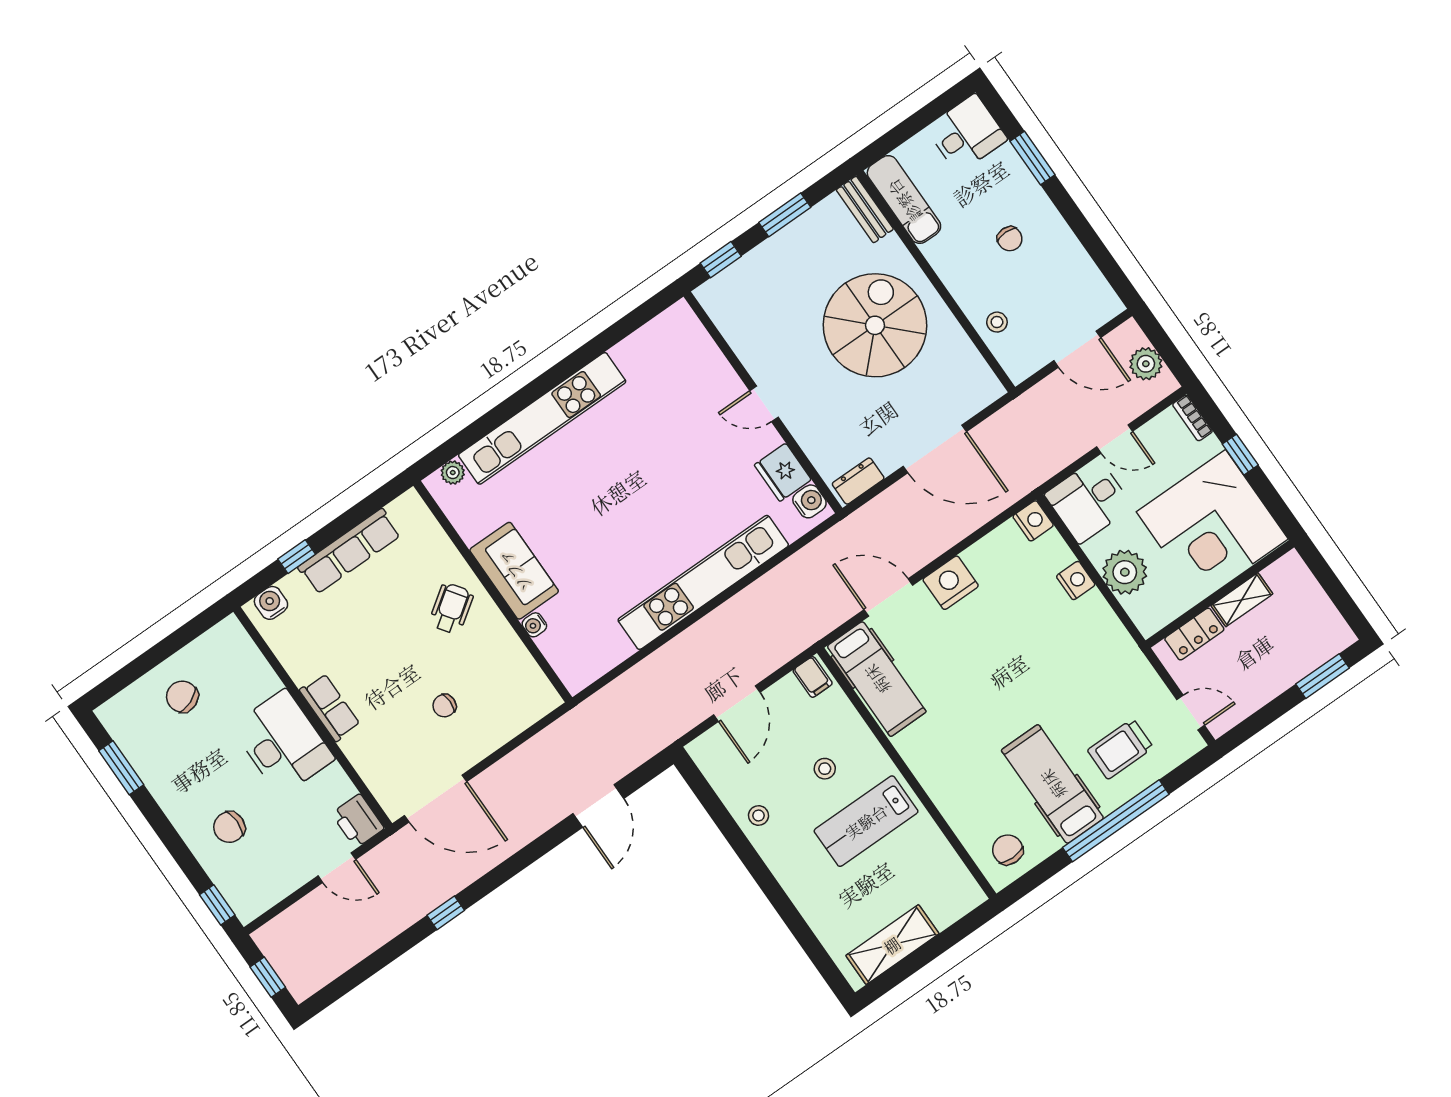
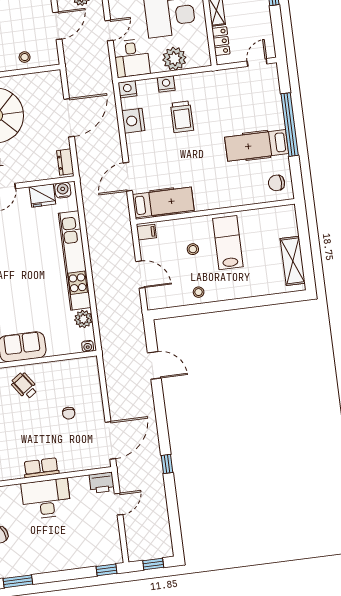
nightstand: (951, 583) -> (133, 121), moved
water cooler: (534, 625) -> (88, 346), moved
plant: (613, 648) -> (83, 319), added
trolley: (1120, 749) -> (182, 117), moved
lab bench: (866, 821) -> (228, 243), turned 180
chair: (229, 827) -> (73, 545), removed

